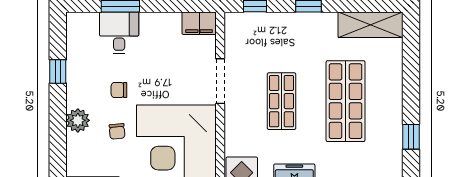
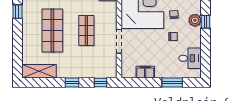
filing cabinet: (199, 23) -> (145, 72), moved
desk: (119, 33) -> (190, 58), moved, turned -90
window: (58, 72) -> (206, 22), moved

